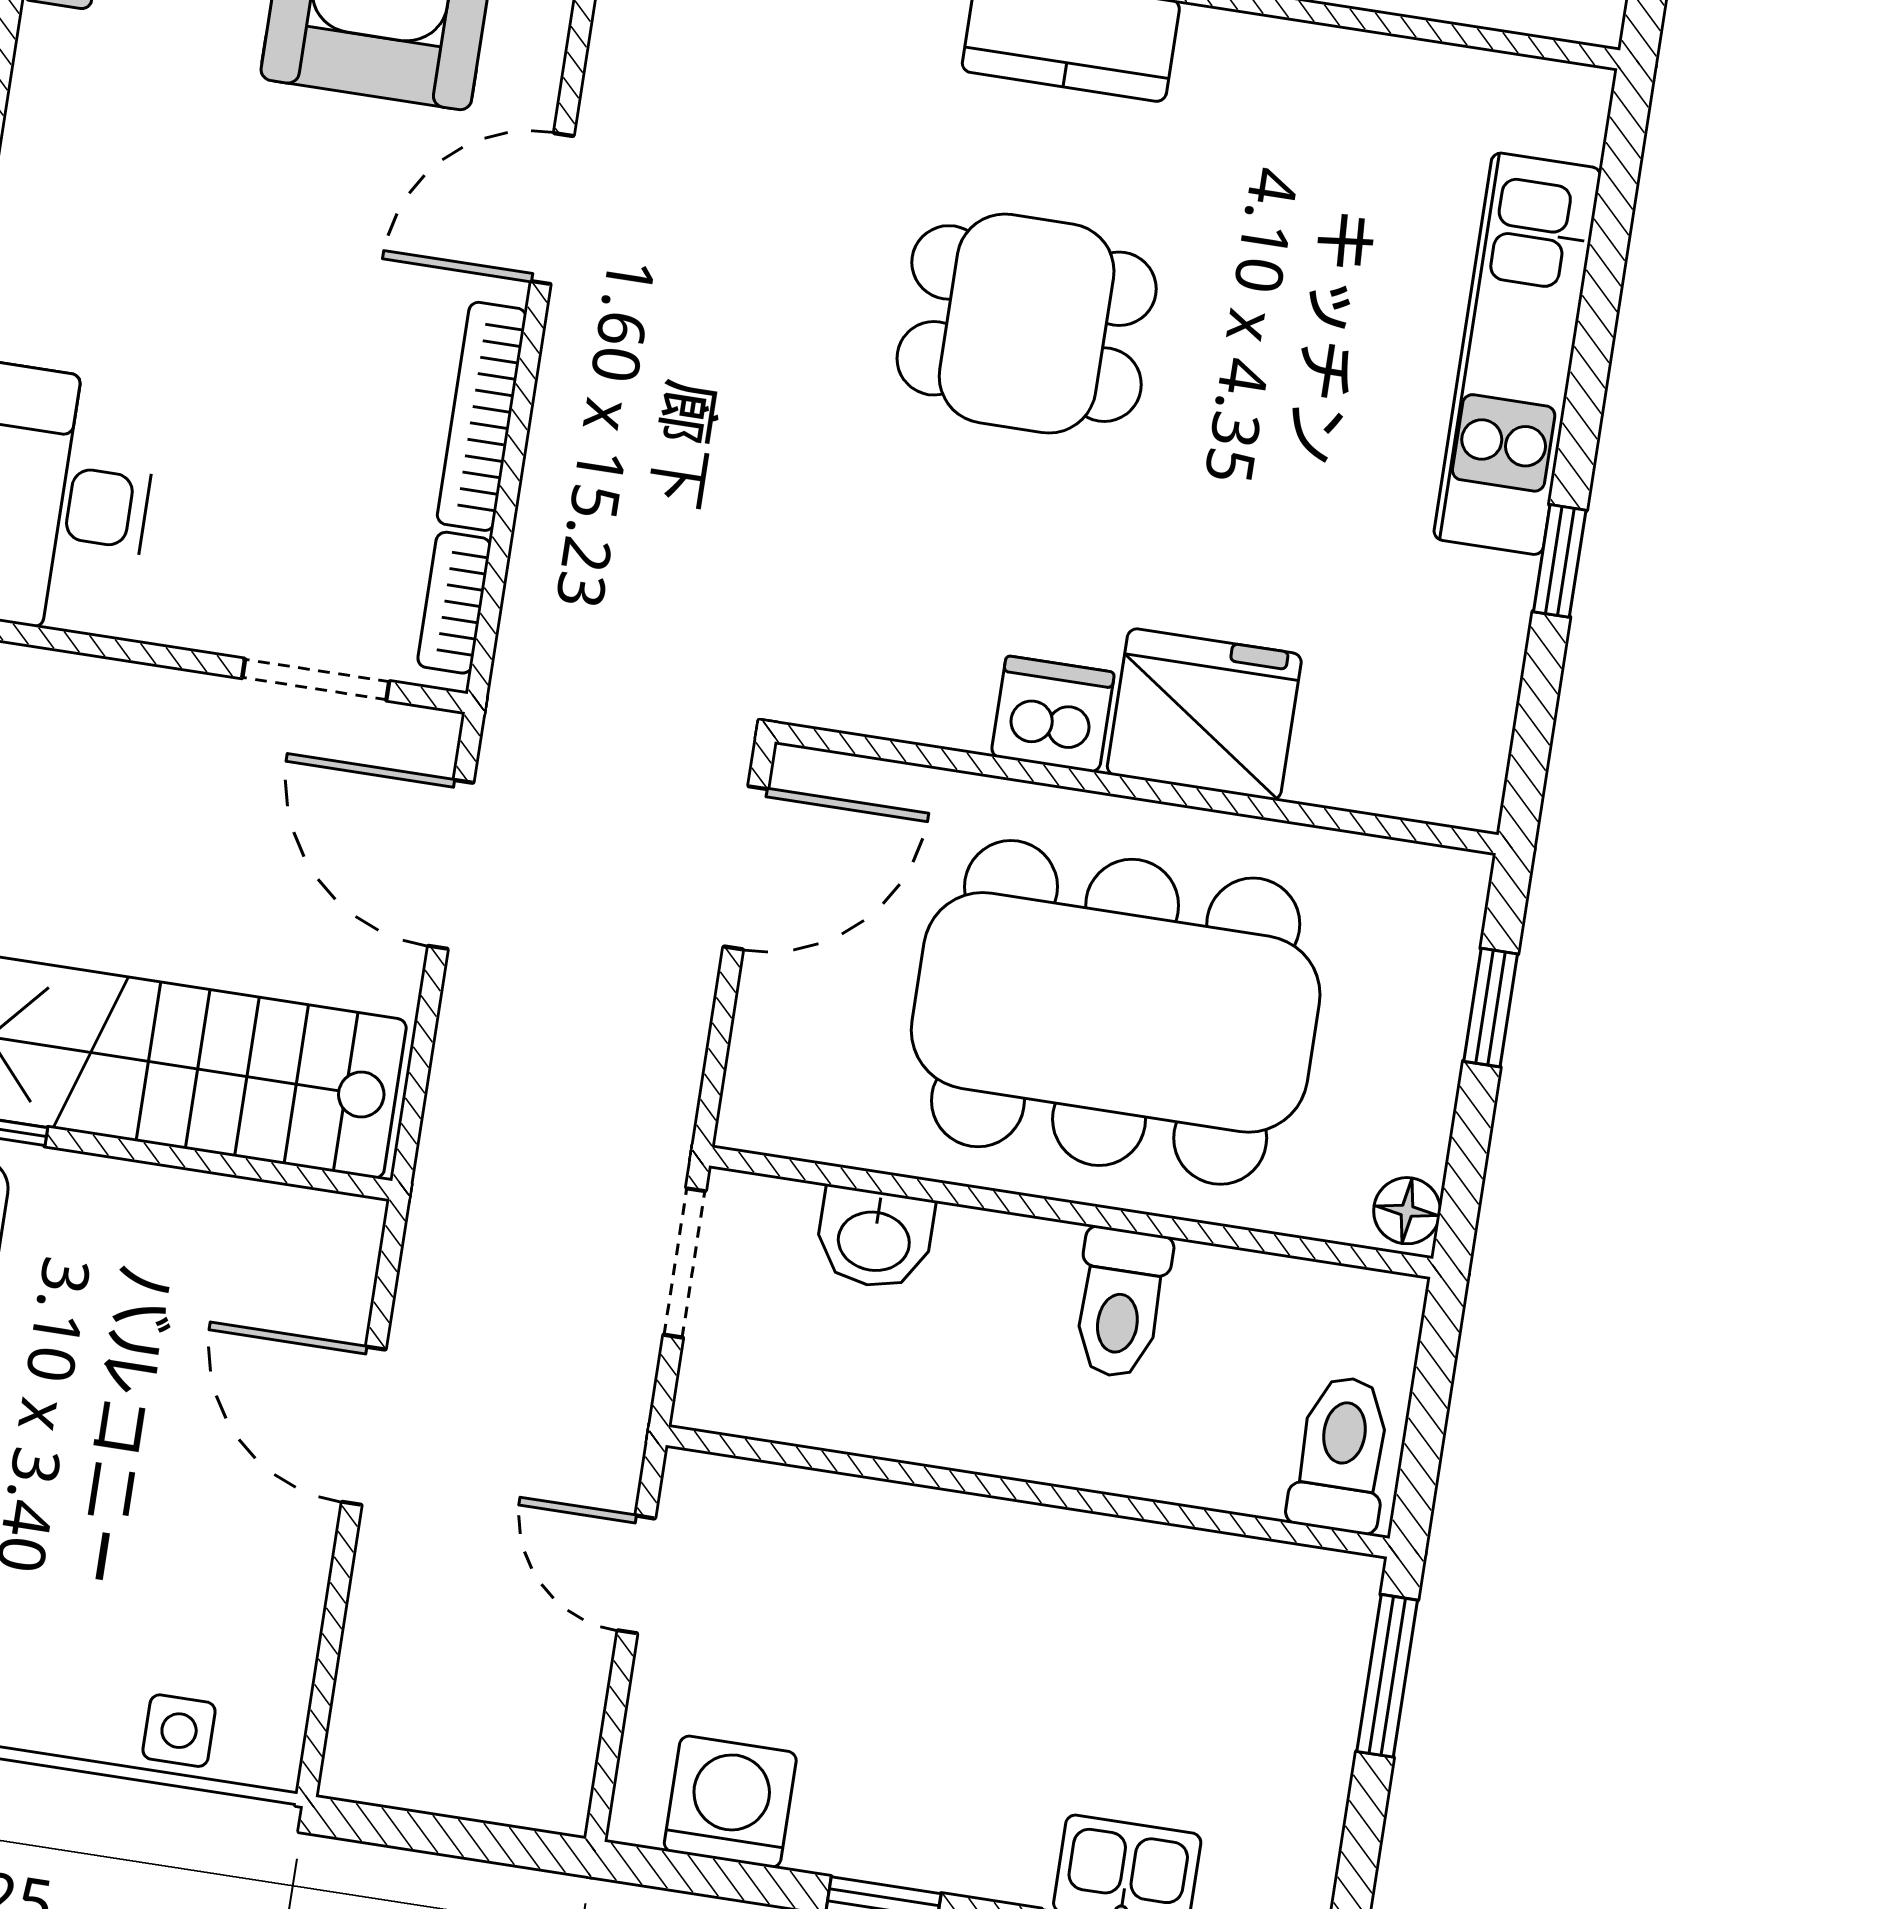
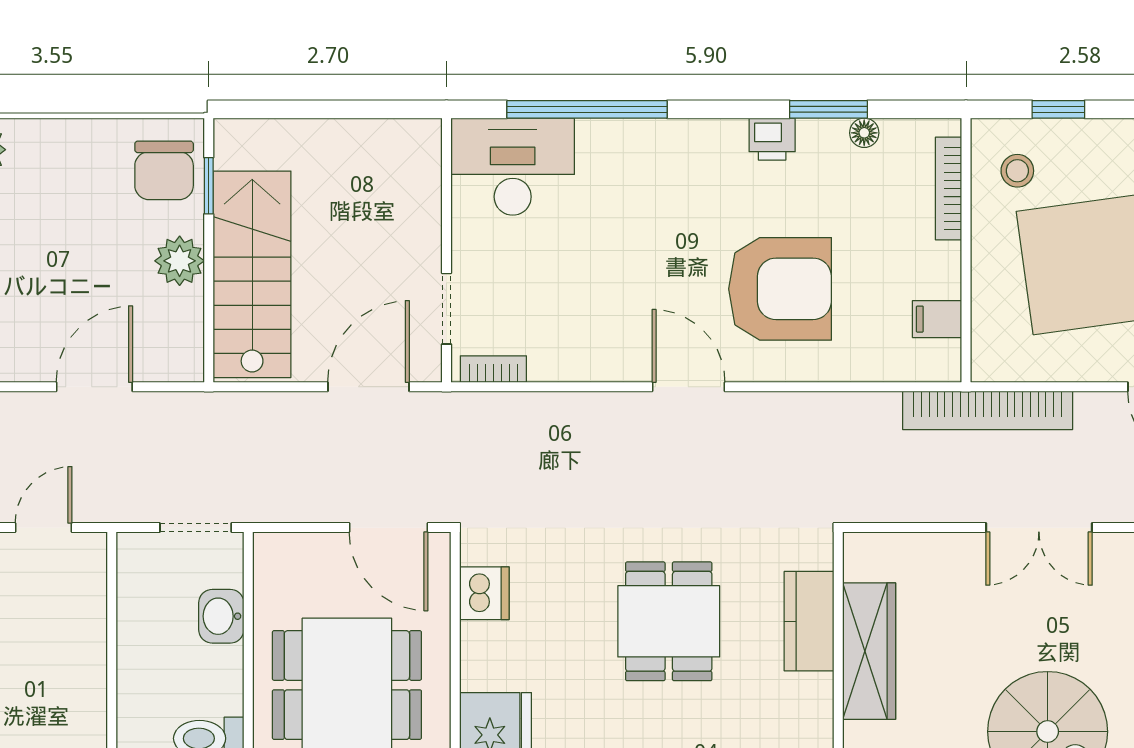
bookcase: (482, 416) -> (584, 368), removed
dishwasher: (1053, 714) -> (484, 593), moved
plant: (133, 1211) -> (180, 261), added

